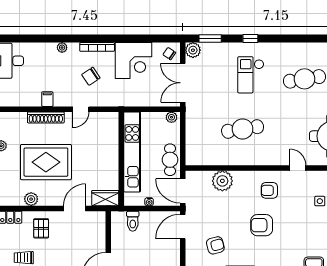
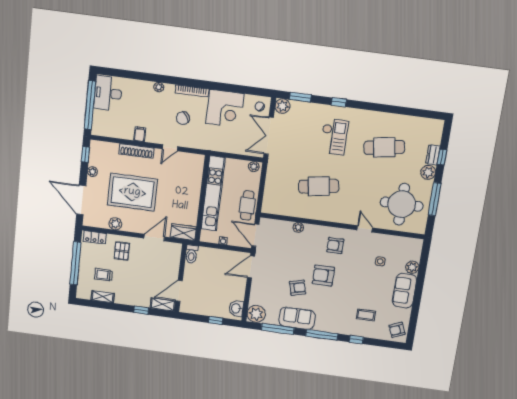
checkout: (251, 75) -> (334, 137), turned 180
plant: (222, 181) -> (298, 227), width x0.53, depth x0.53
toilet: (133, 221) -> (192, 254), moved
armchair: (215, 245) -> (298, 288), moved

